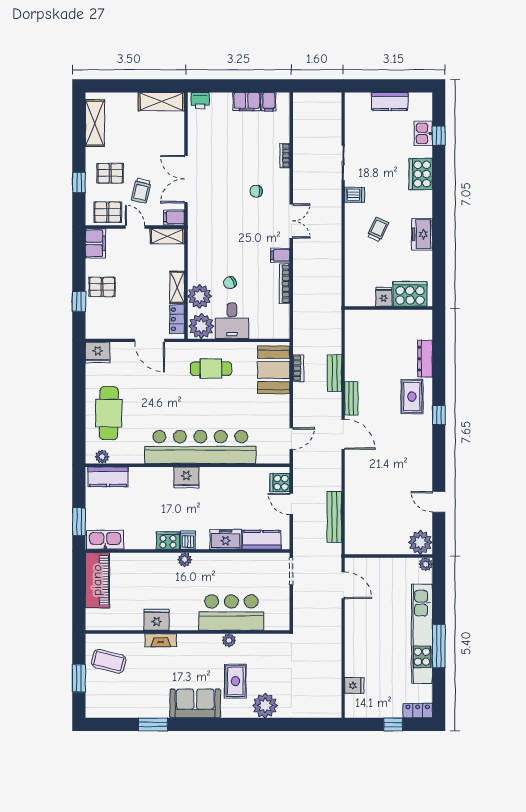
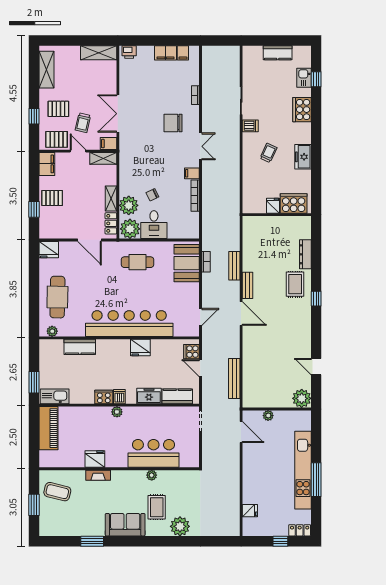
chair: (256, 191) -> (173, 123), width x1.87, depth x1.87
kitchen counter: (108, 477) -> (80, 347), moved
fridge: (186, 478) -> (140, 348), moved
plant: (426, 564) -> (268, 416), moved

